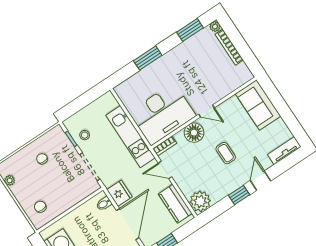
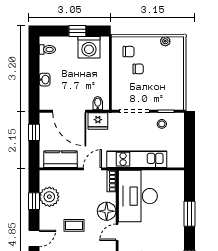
chair: (42, 159) -> (138, 69), moved
door: (261, 181) -> (34, 238), hinge flipped
window: (239, 195) -> (34, 201), moved
plant: (200, 201) -> (49, 197), moved

